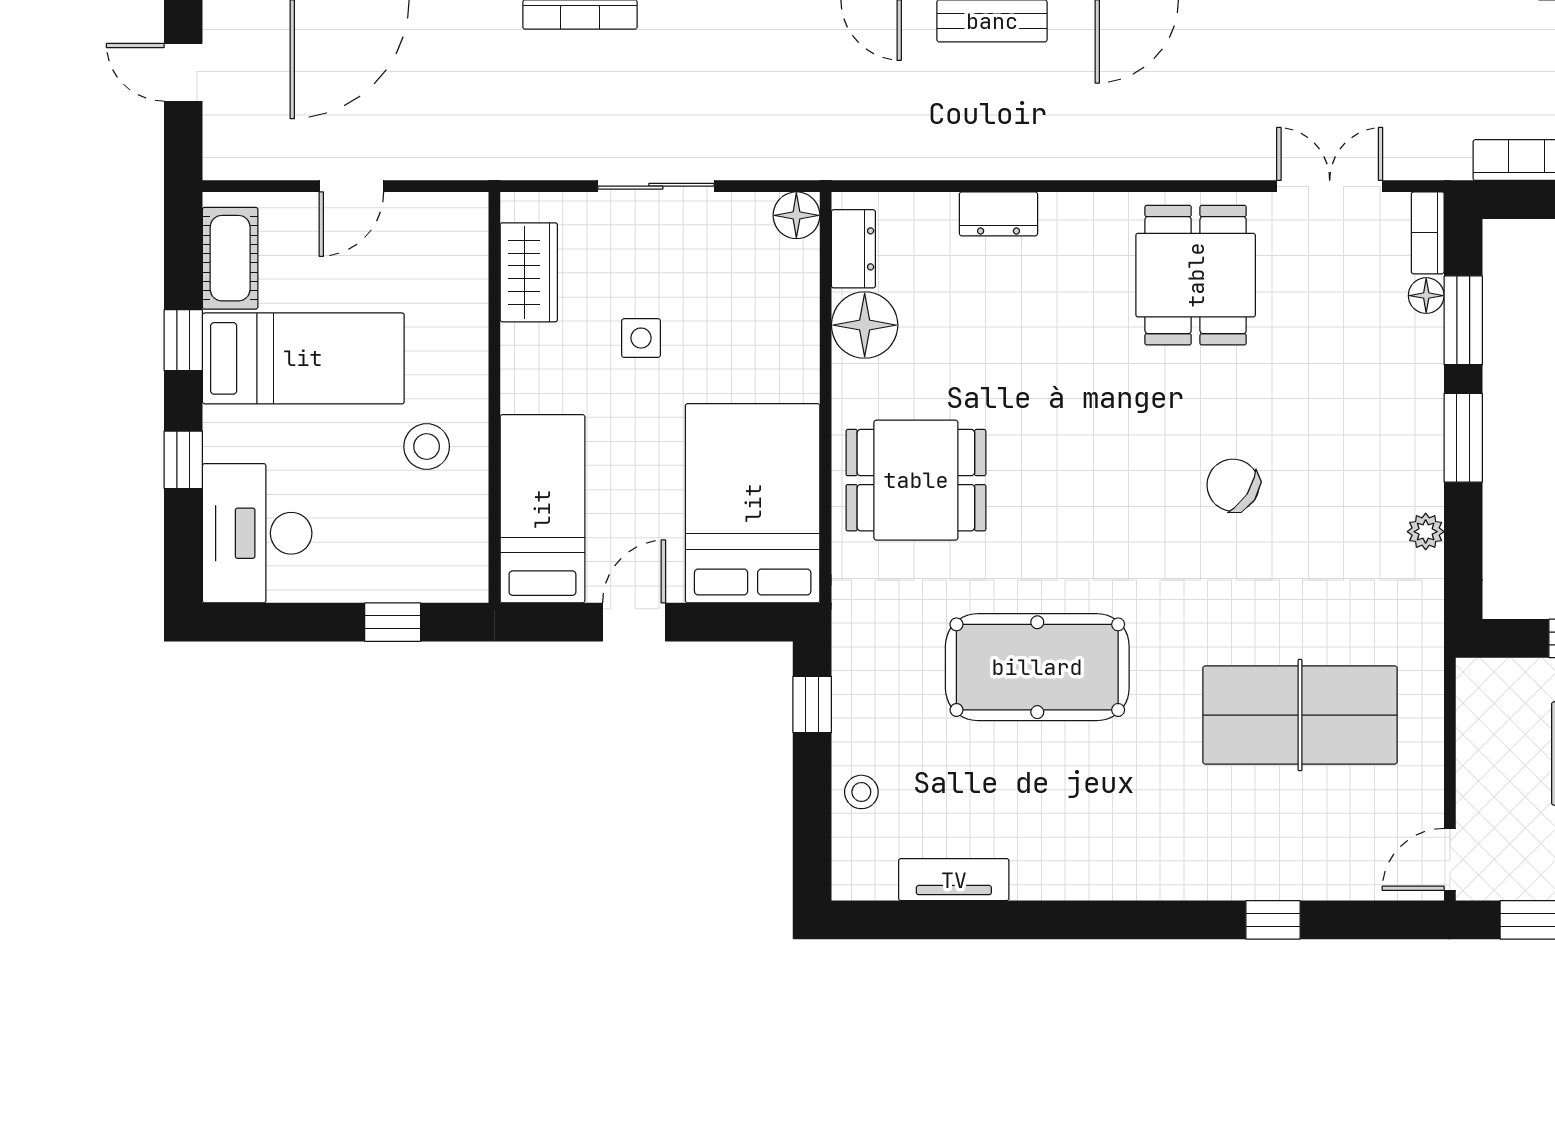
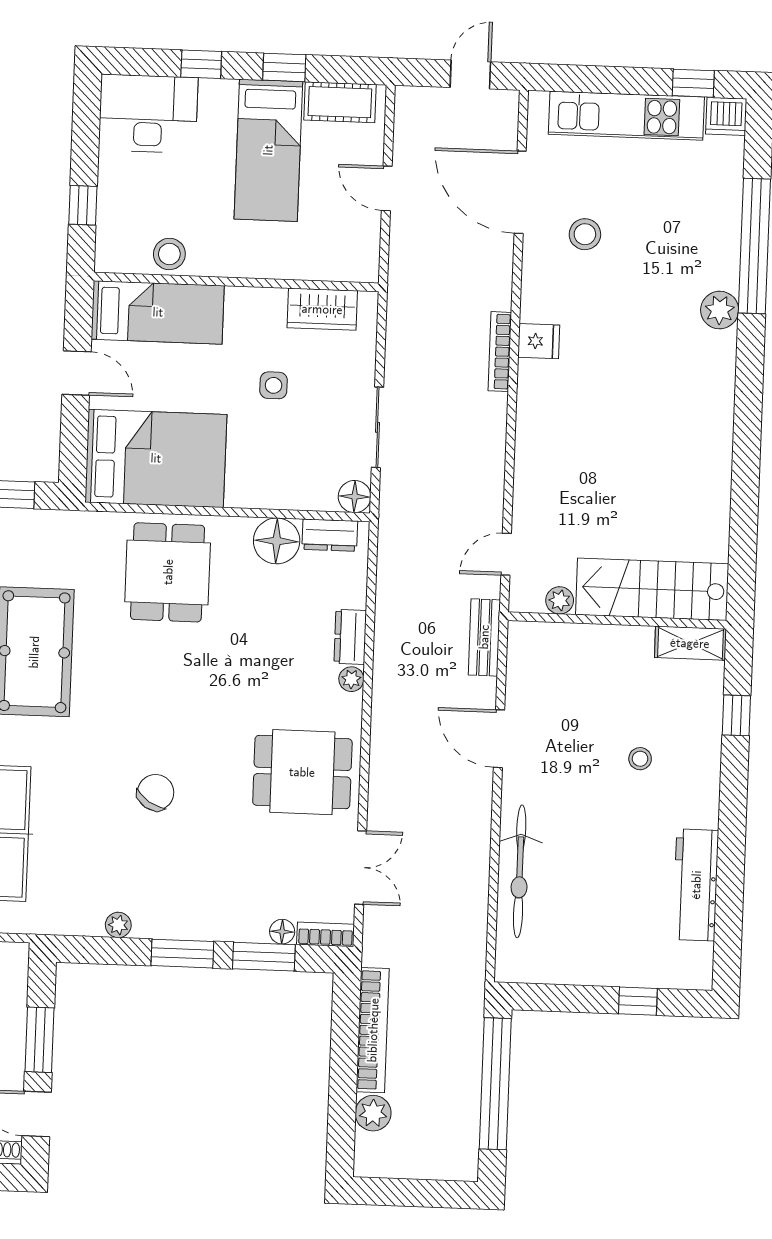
sliding door: (656, 186) -> (378, 427), moved
plant: (1059, 210) -> (351, 679), added
stool: (427, 446) -> (169, 254), moved

